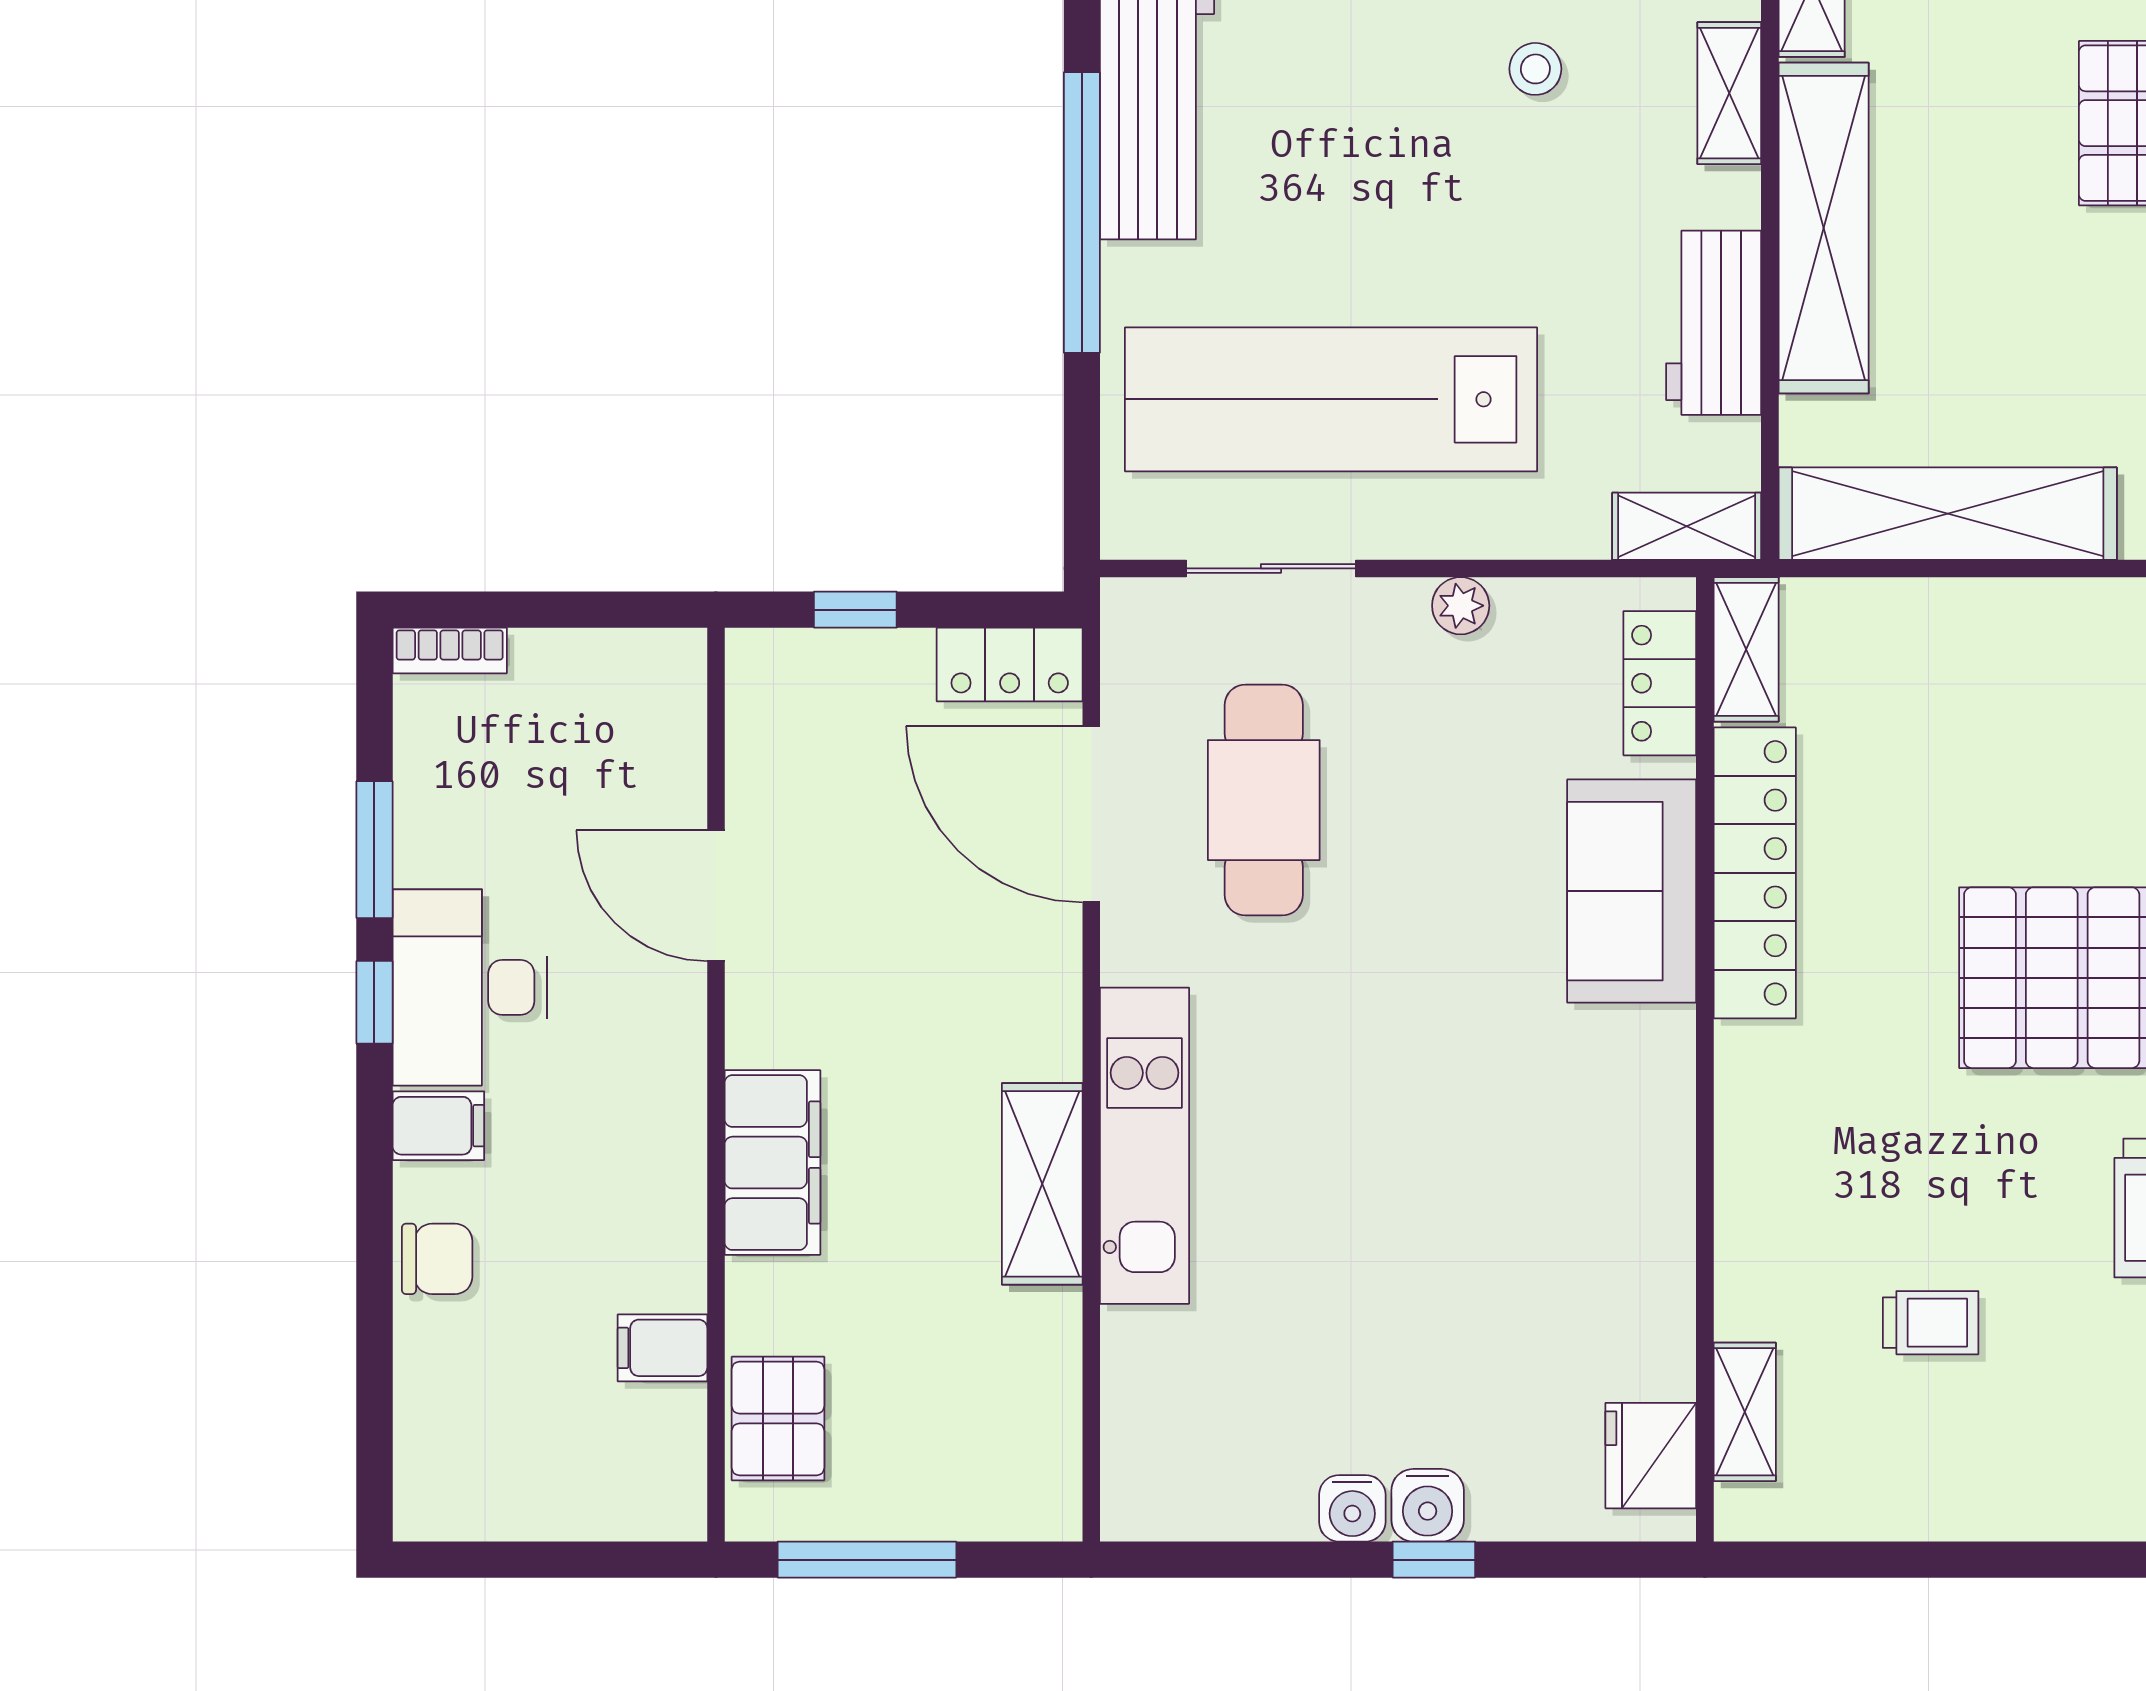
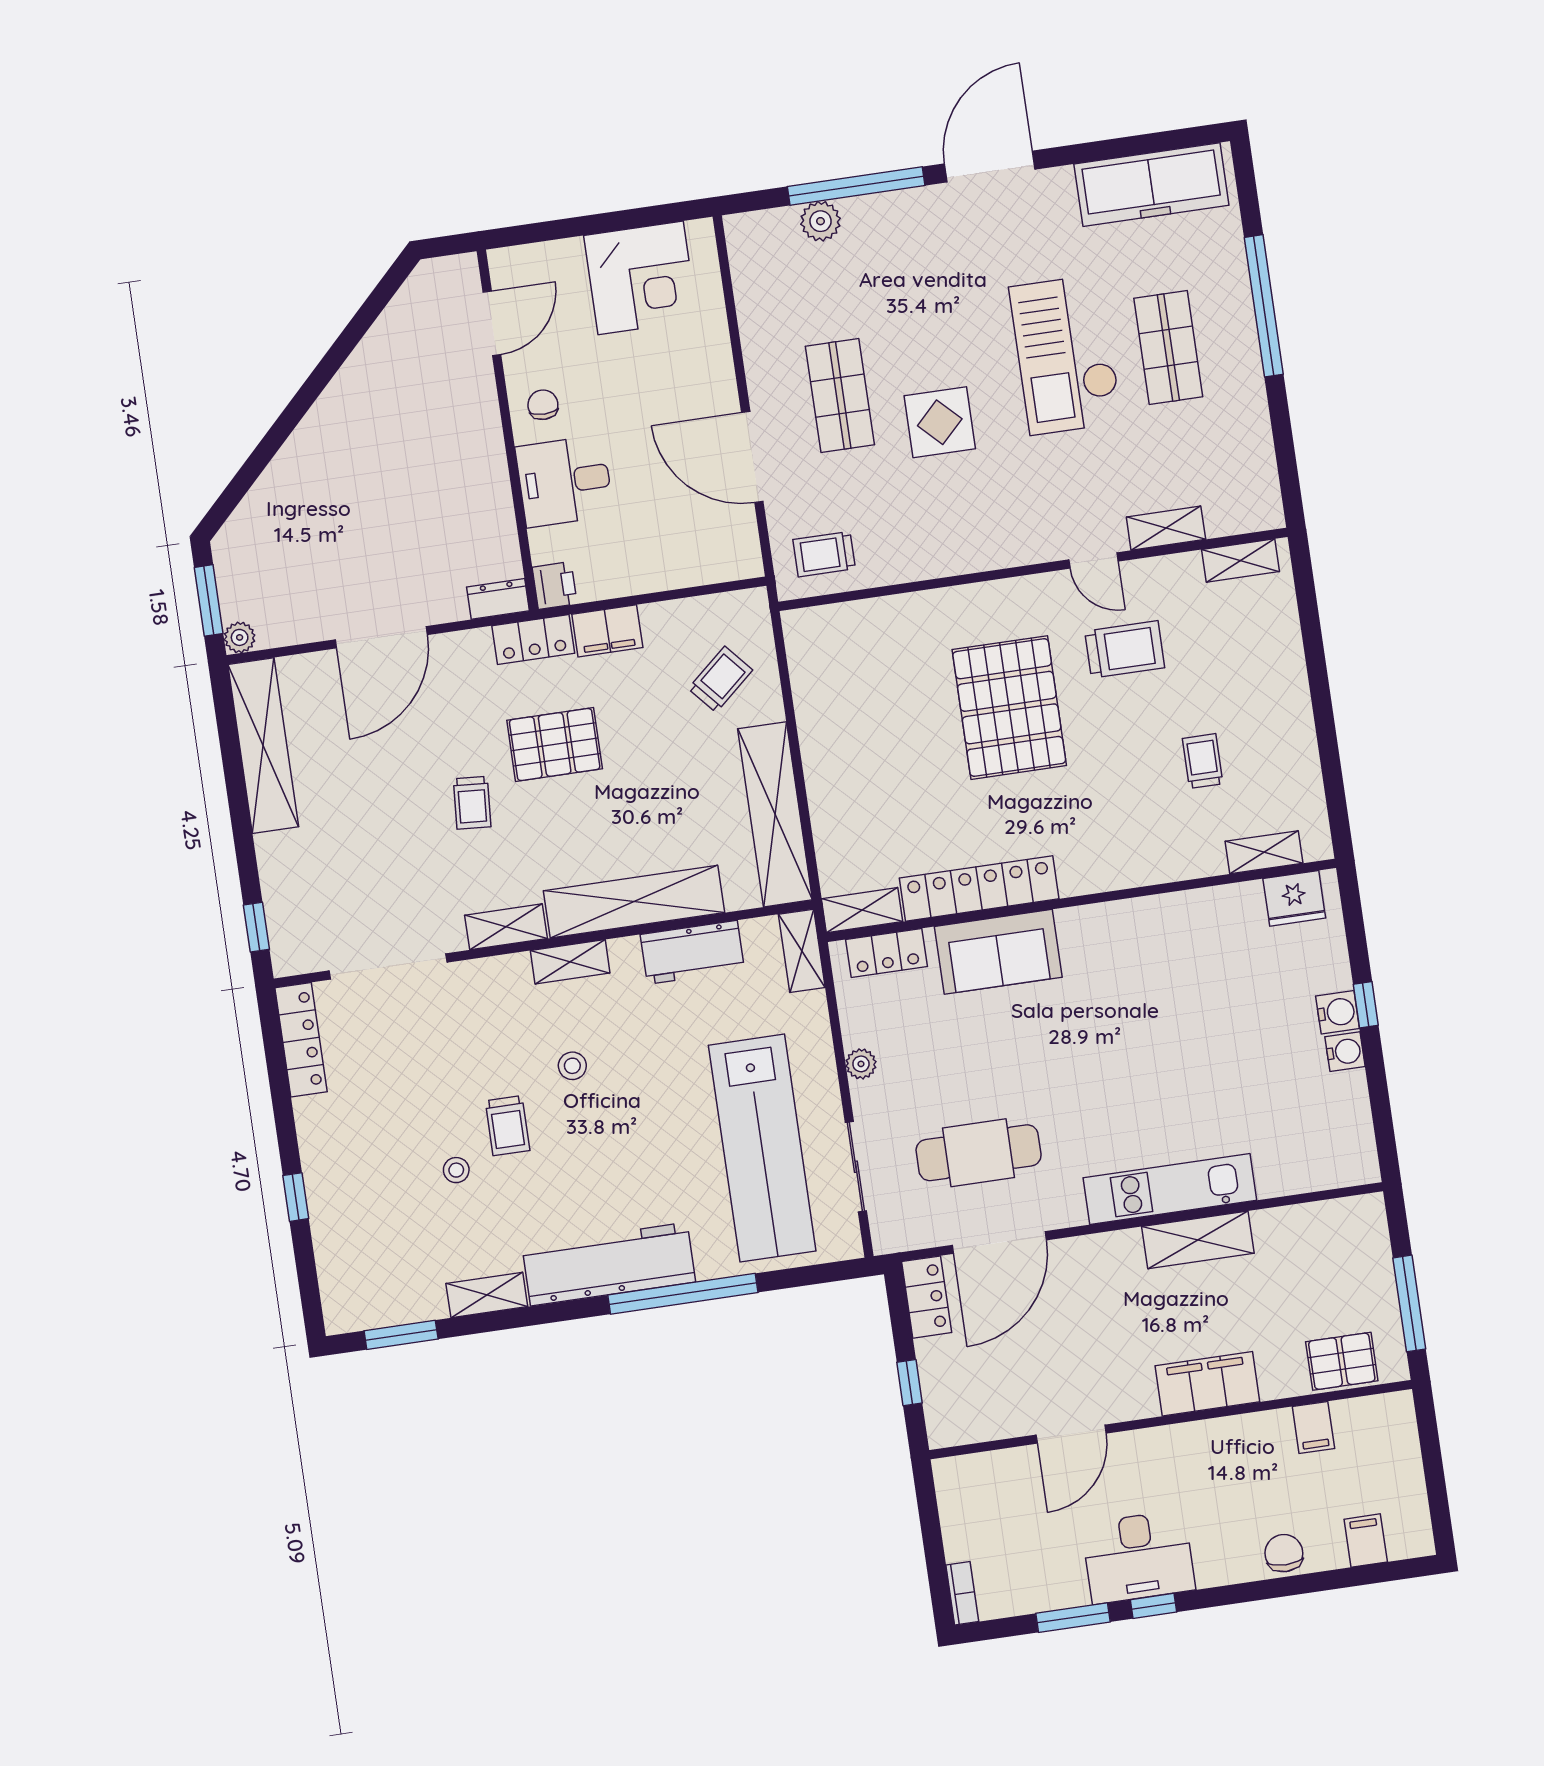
filing cabinet: (438, 1126) -> (1366, 1541), moved

